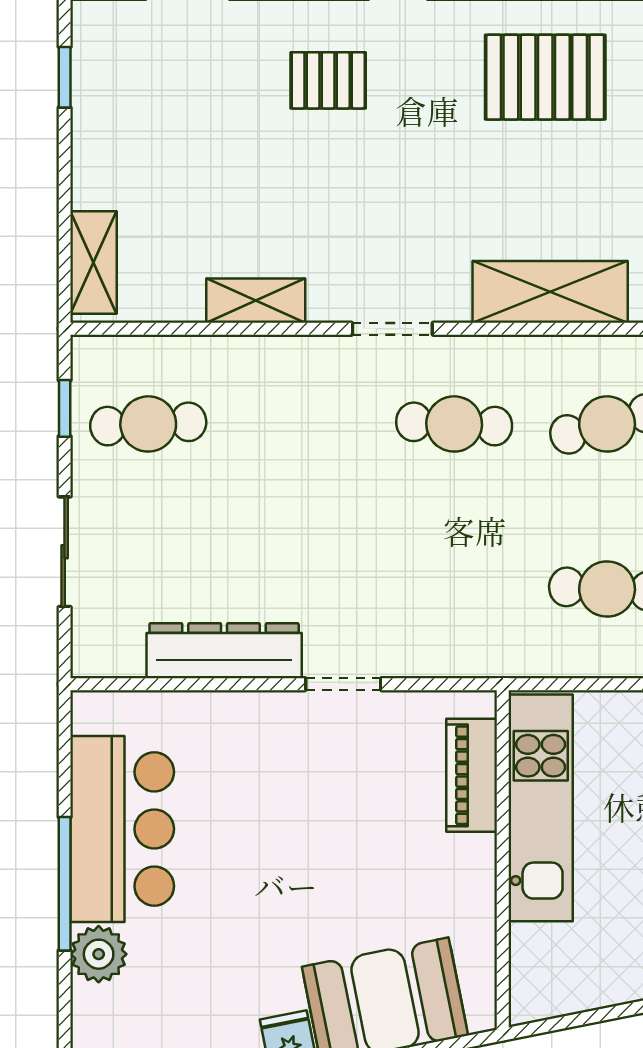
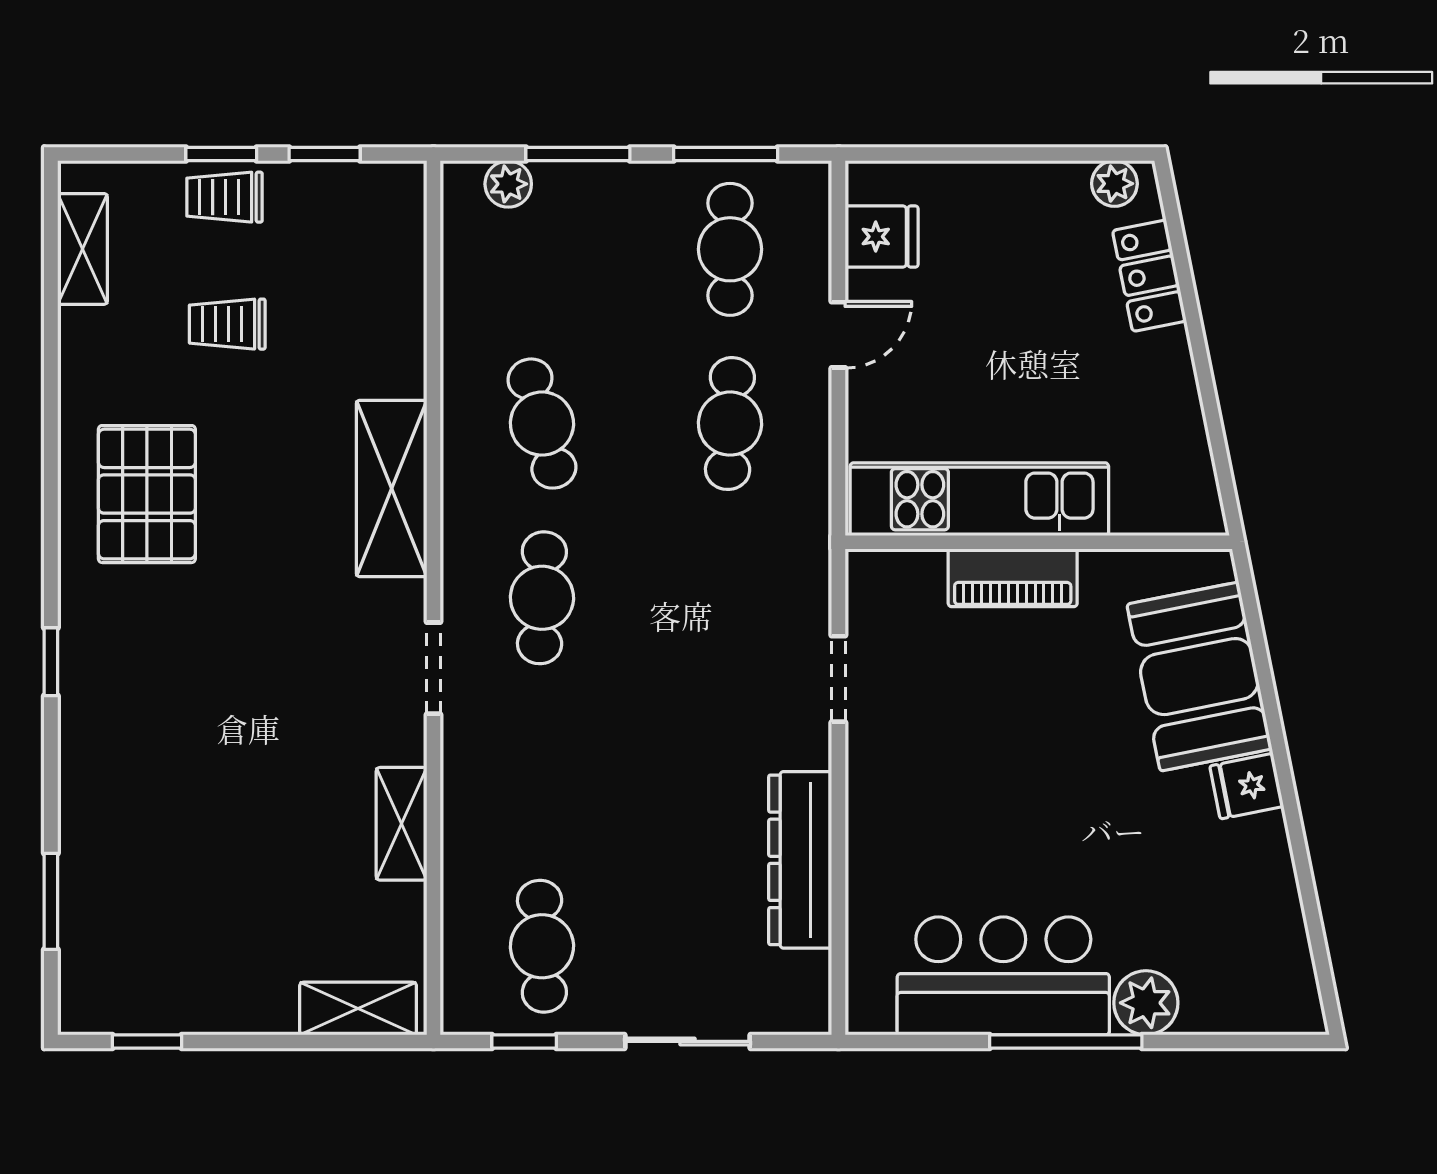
pallet: (328, 80) -> (151, 741), removed
doorway: (343, 684) -> (838, 679), moved
piano: (472, 775) -> (1013, 578), moved

